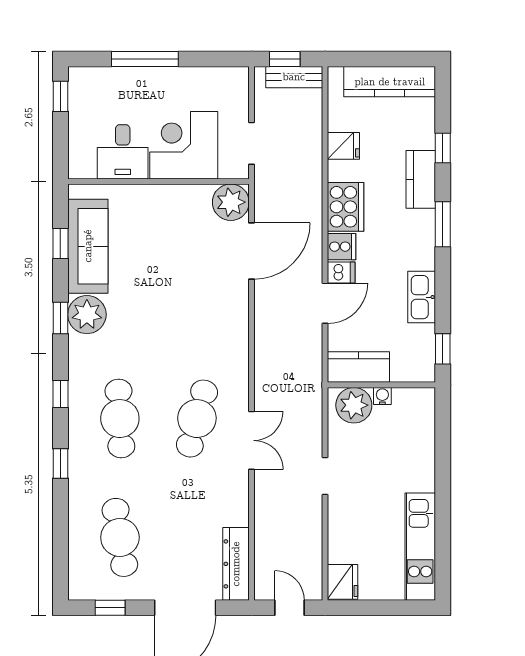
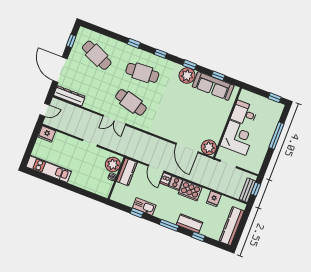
window: (443, 349) -> (137, 213), moved
cafe table: (120, 537) -> (97, 55), turned 33

